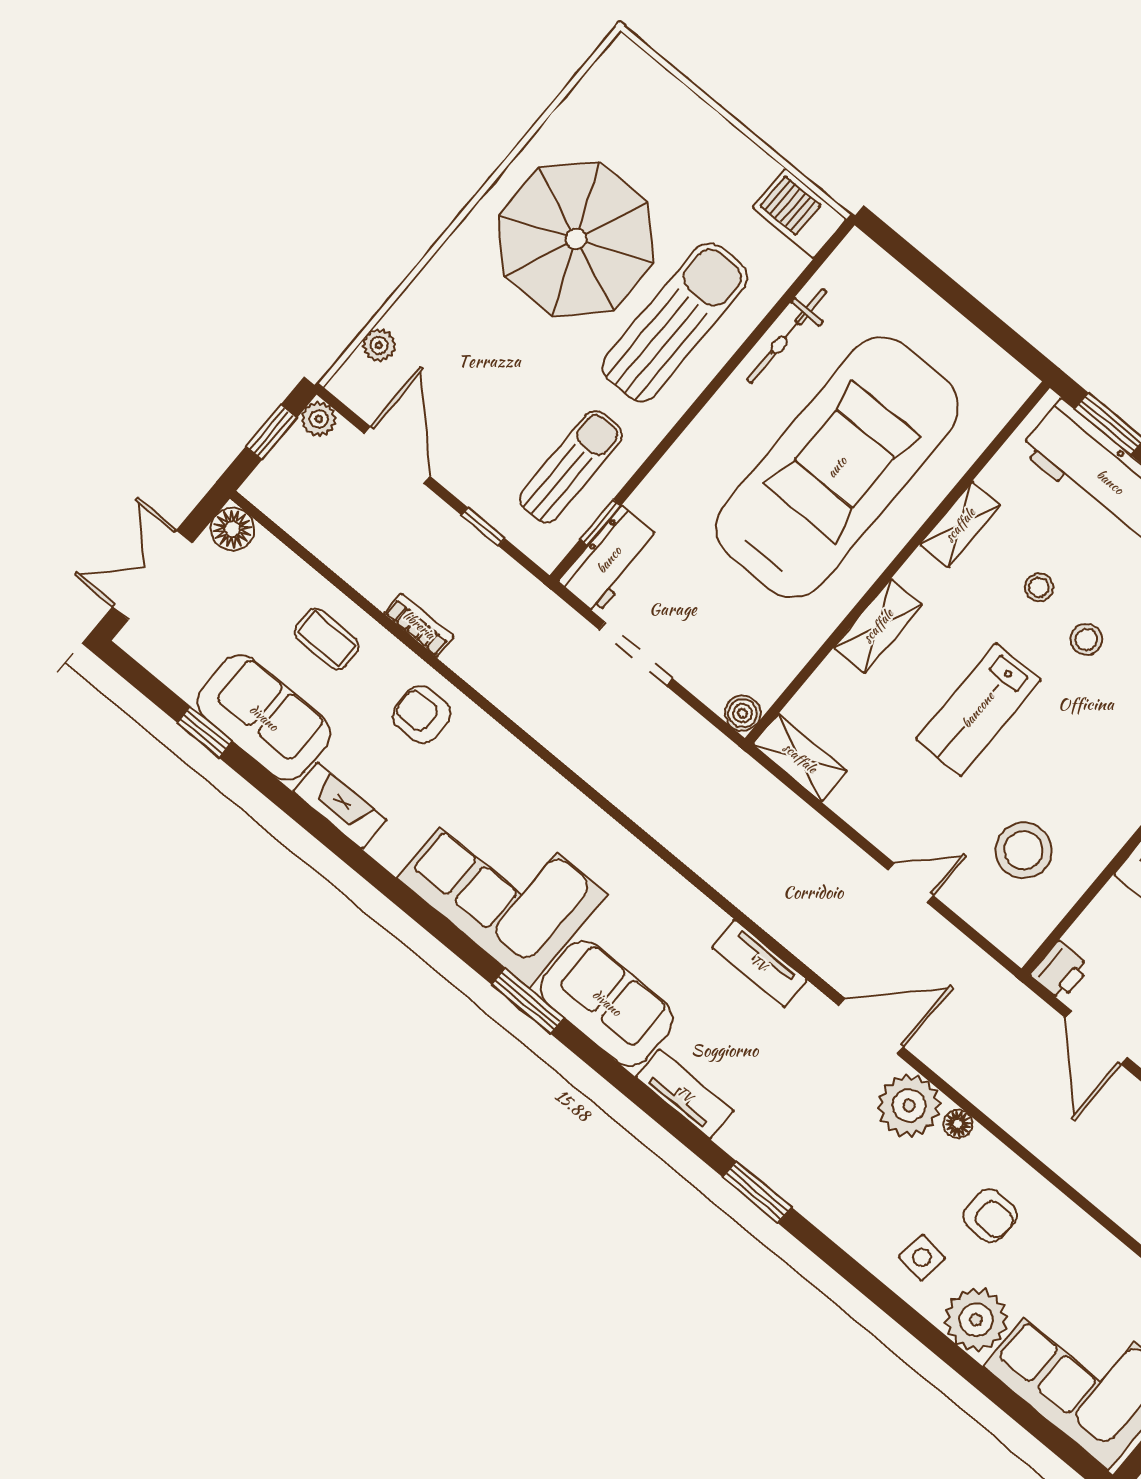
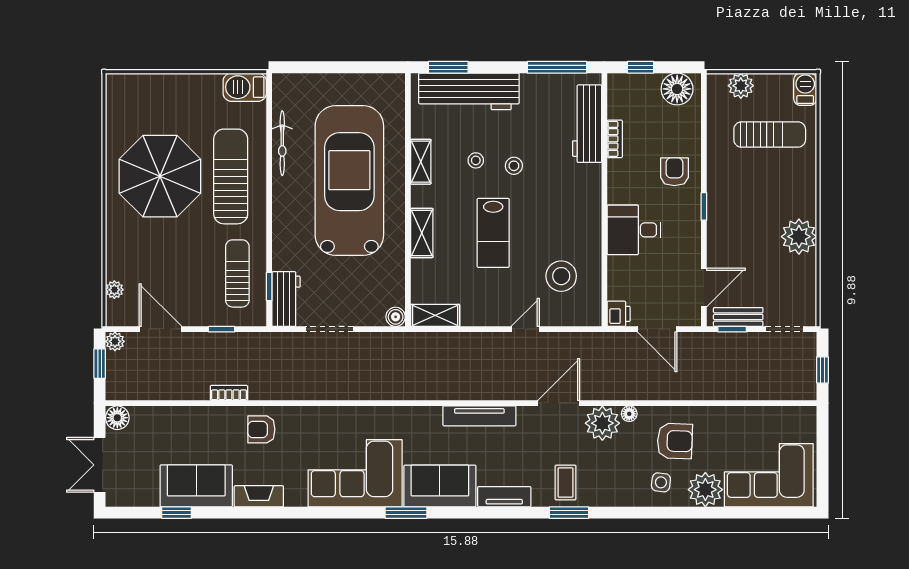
coffee table: (327, 639) -> (566, 483), moved, turned 90
tv unit: (759, 963) -> (479, 416), width x1.41
armchair: (990, 1216) -> (675, 441), width x1.38, depth x1.38

